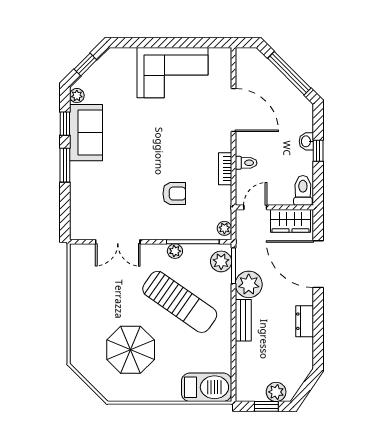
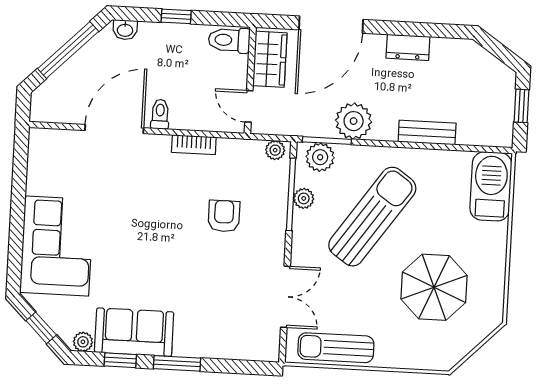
corner sofa: (173, 73) -> (57, 246), moved
washbasin: (306, 141) -> (125, 30), moved
toilet: (246, 163) -> (160, 114), moved
plant: (175, 251) -> (304, 198), moved
sun lounger: (83, 280) -> (336, 348), added
bench: (243, 320) -> (427, 132), moved
plant: (276, 392) -> (502, 92), removed

